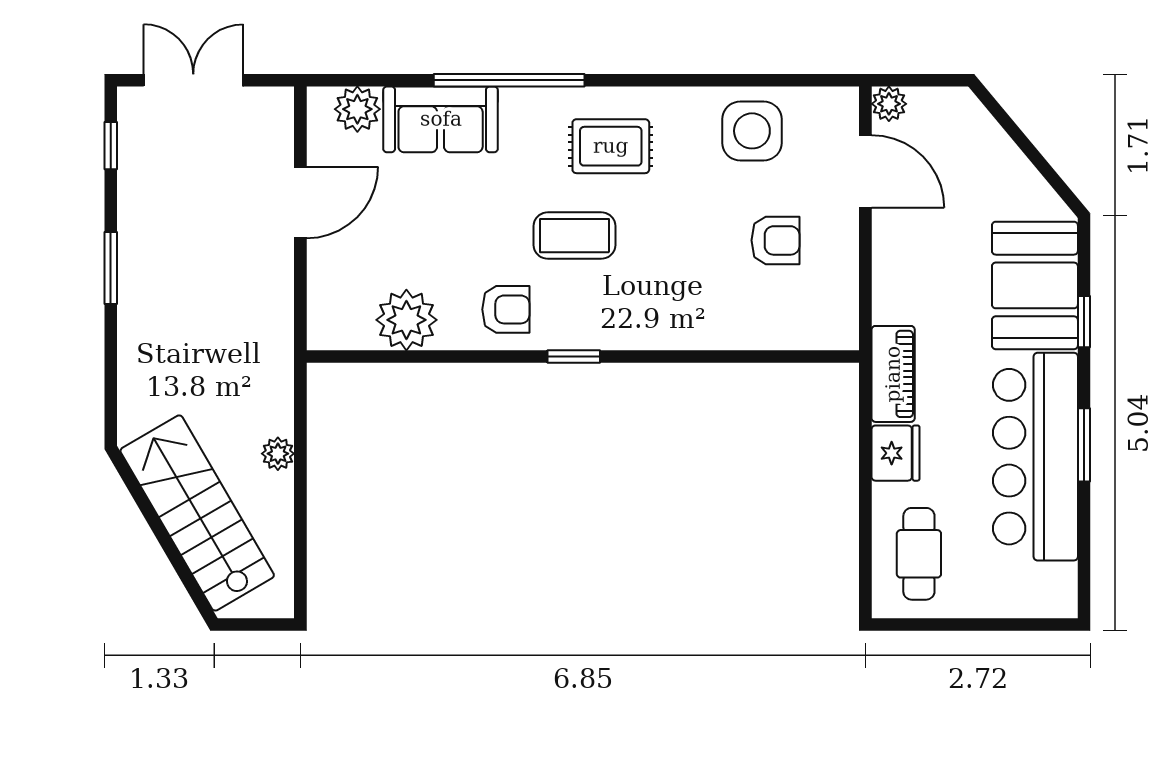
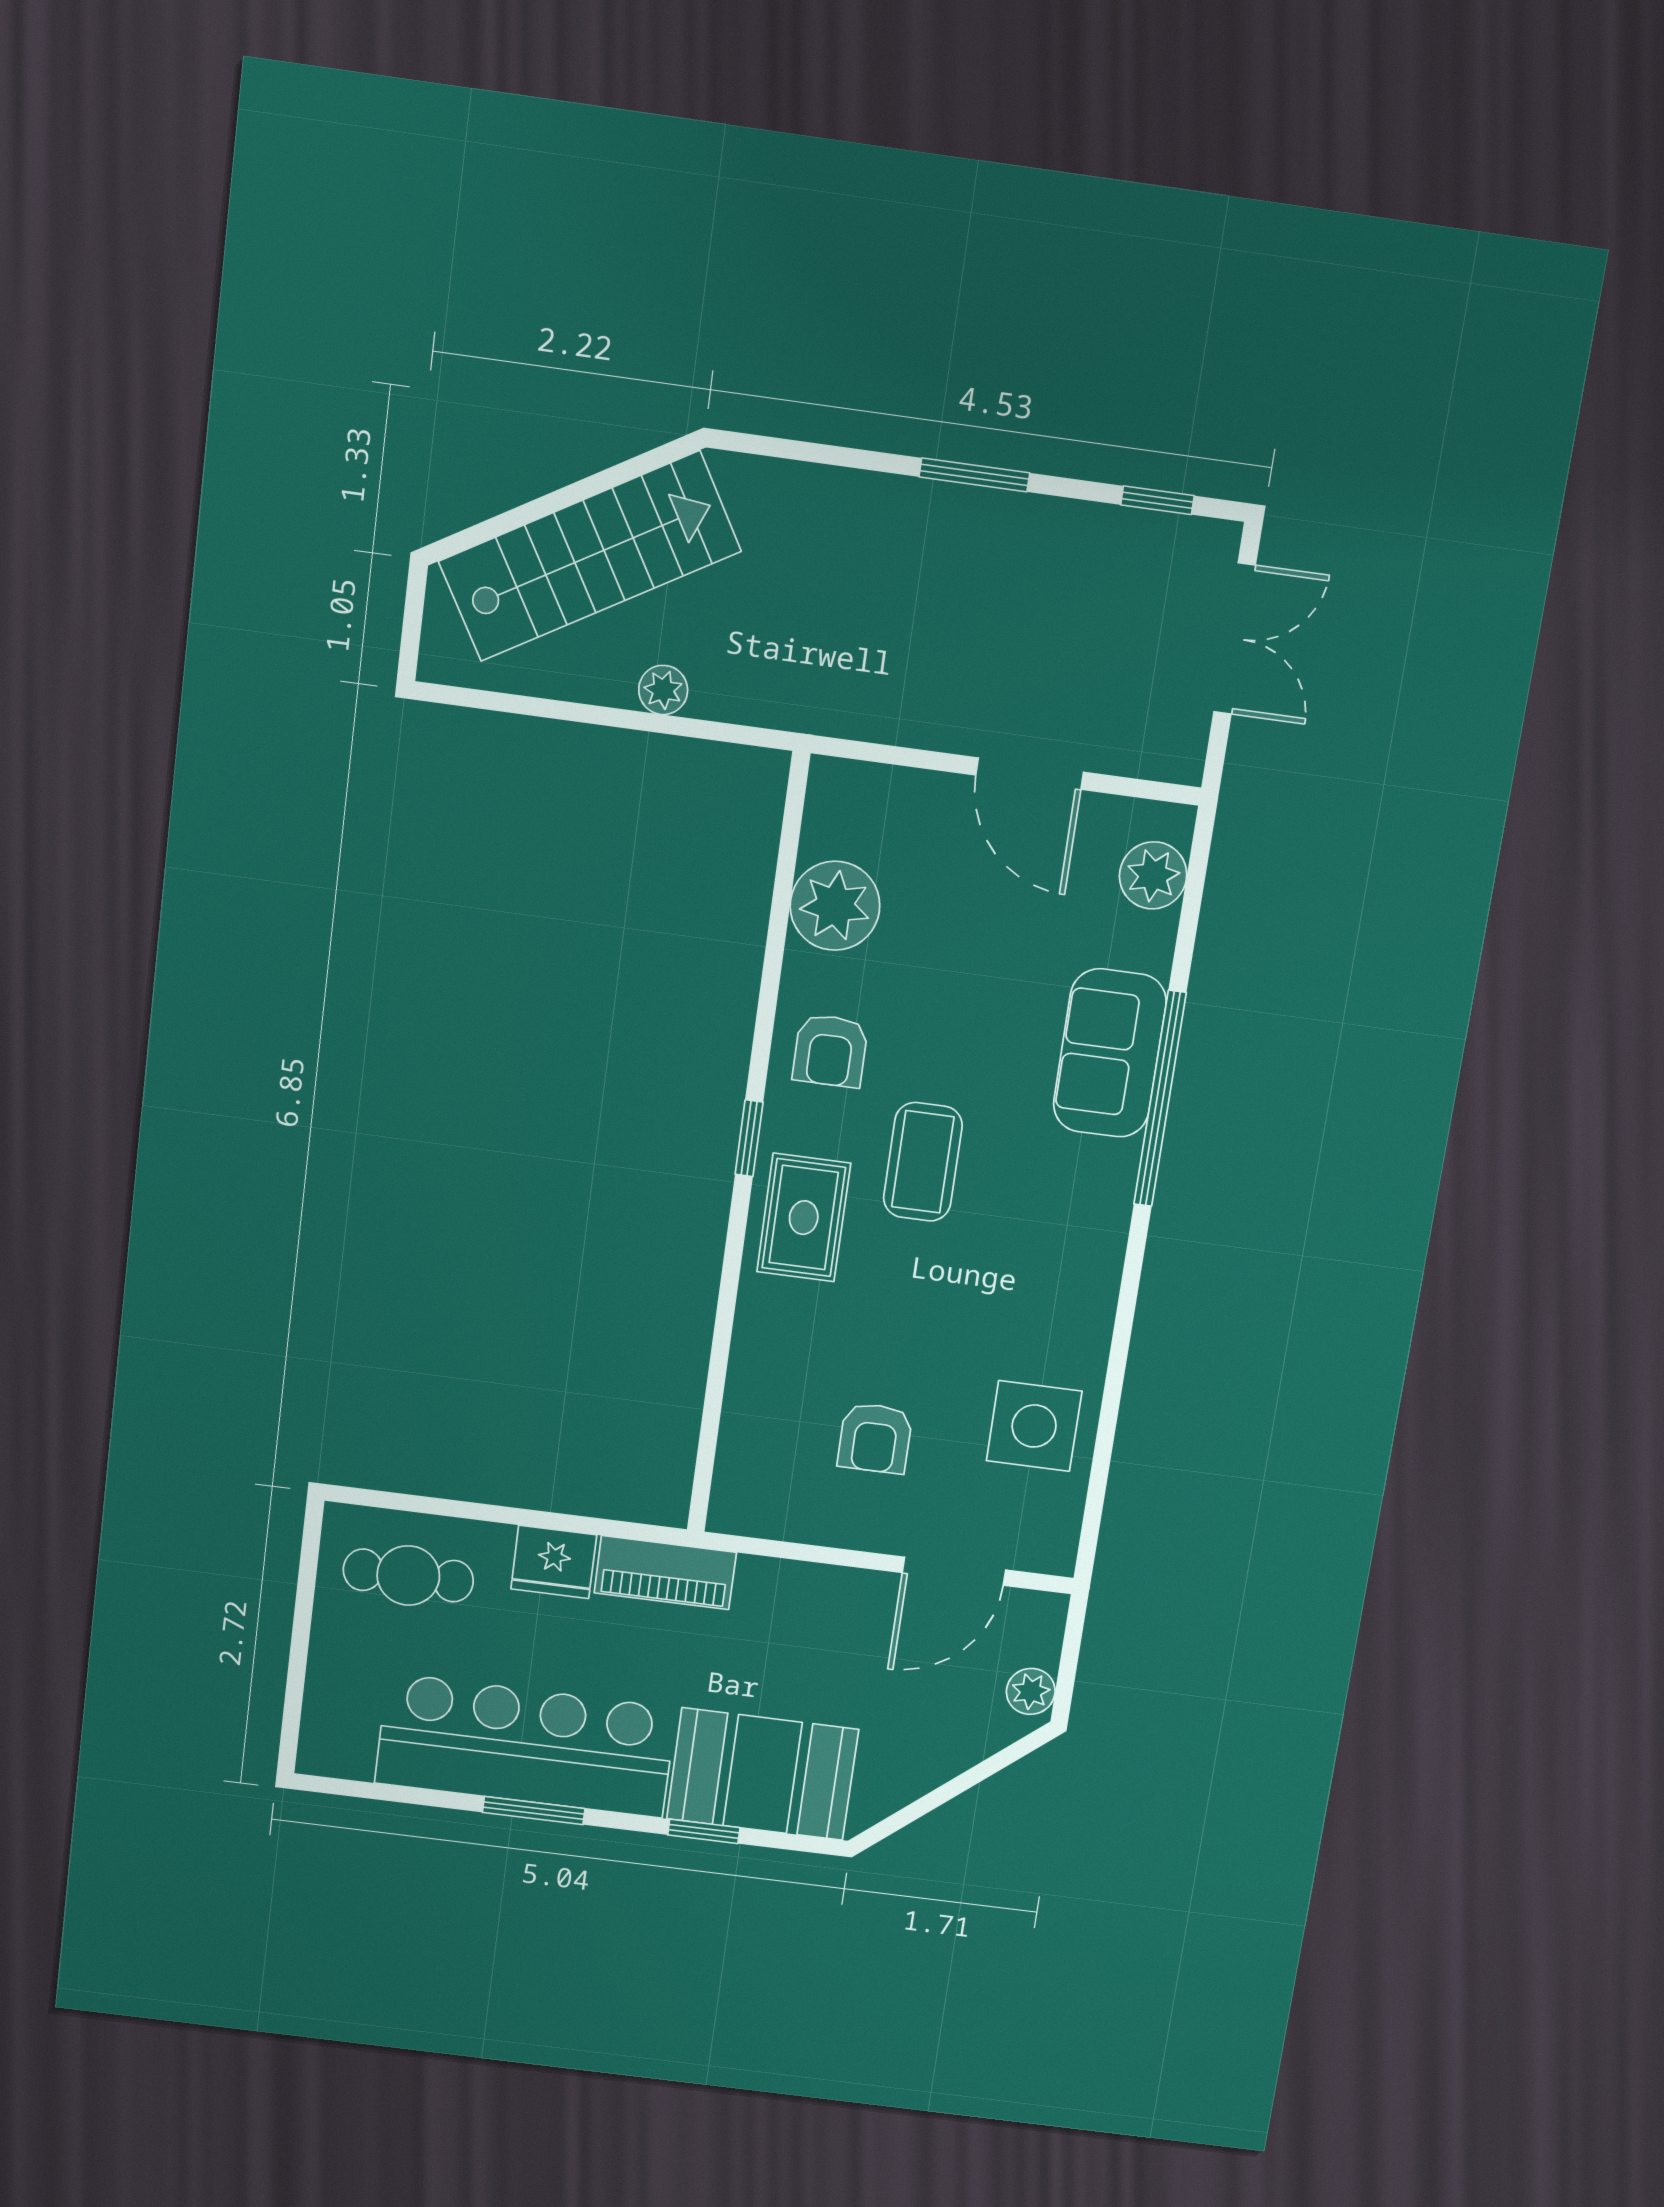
plant: (889, 104) -> (1031, 1691), moved
sofa: (441, 119) -> (1110, 1053), moved
rug: (611, 146) -> (804, 1218), moved

